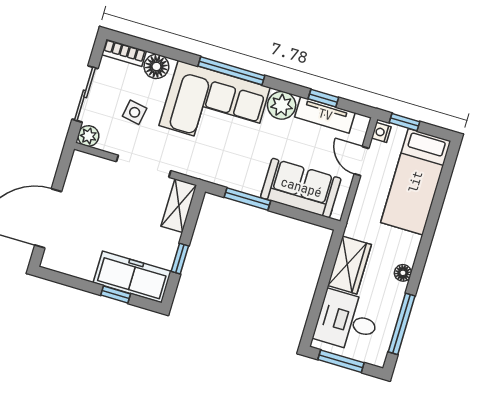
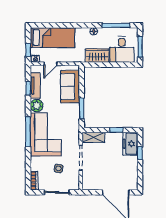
floor lamp: (156, 66) -> (36, 165), removed
plant: (88, 136) -> (75, 185), removed
freezer: (132, 277) -> (130, 144), width x0.71

